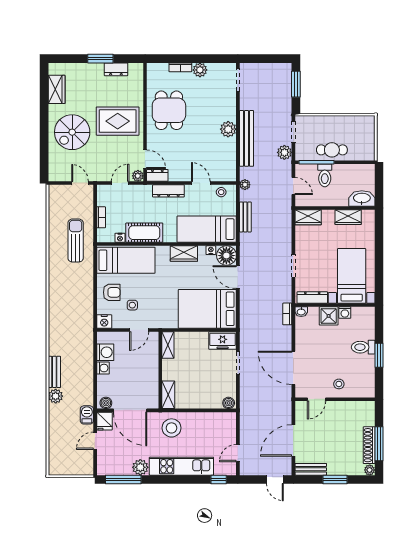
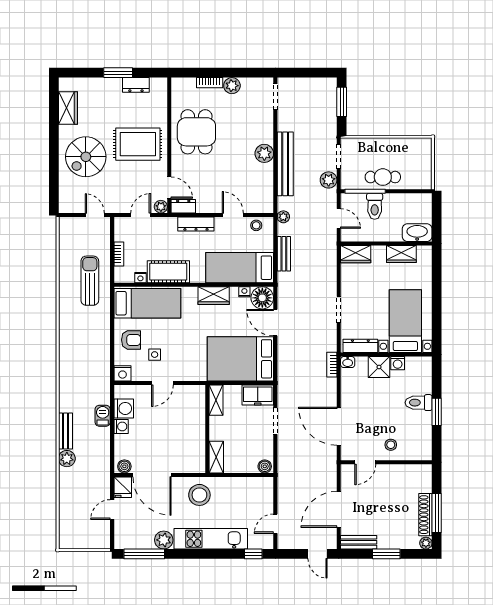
shelving: (168, 345) -> (216, 400), moved
wall: (160, 370) -> (207, 429), moved
shelving: (168, 395) -> (216, 457), moved
barbecue: (87, 415) -> (103, 416), moved

